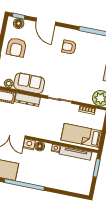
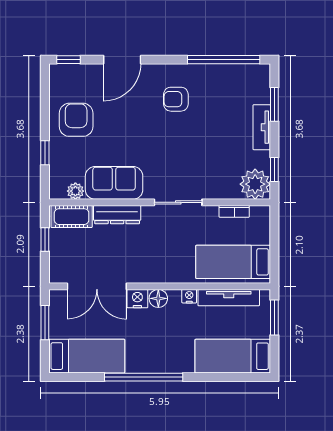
door: (46, 22) -> (122, 60), hinge flipped
floor lamp: (19, 23) -> (71, 74), removed
armchair: (16, 47) -> (76, 120), turned 180
bed: (72, 183) -> (233, 356), added

